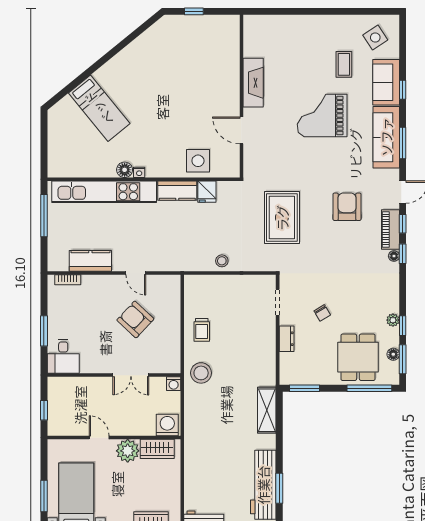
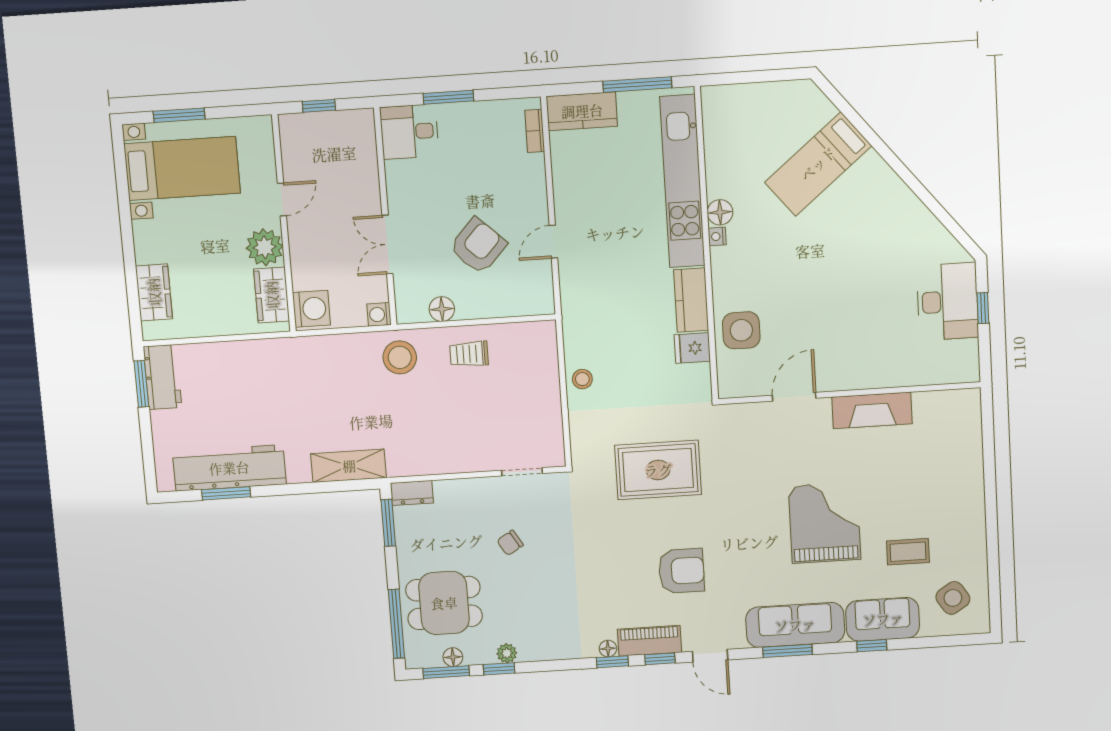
desk: (188, 33) -> (948, 302), added
kitchen counter: (90, 261) -> (582, 111), moved, turned 90
dresser: (287, 339) -> (412, 493), moved
floor lamp: (173, 345) -> (442, 309), added

